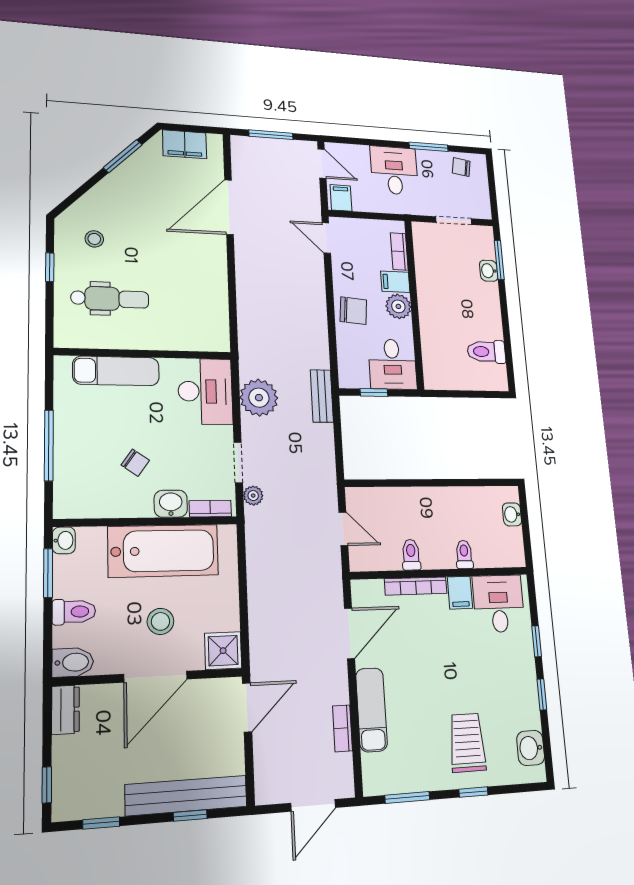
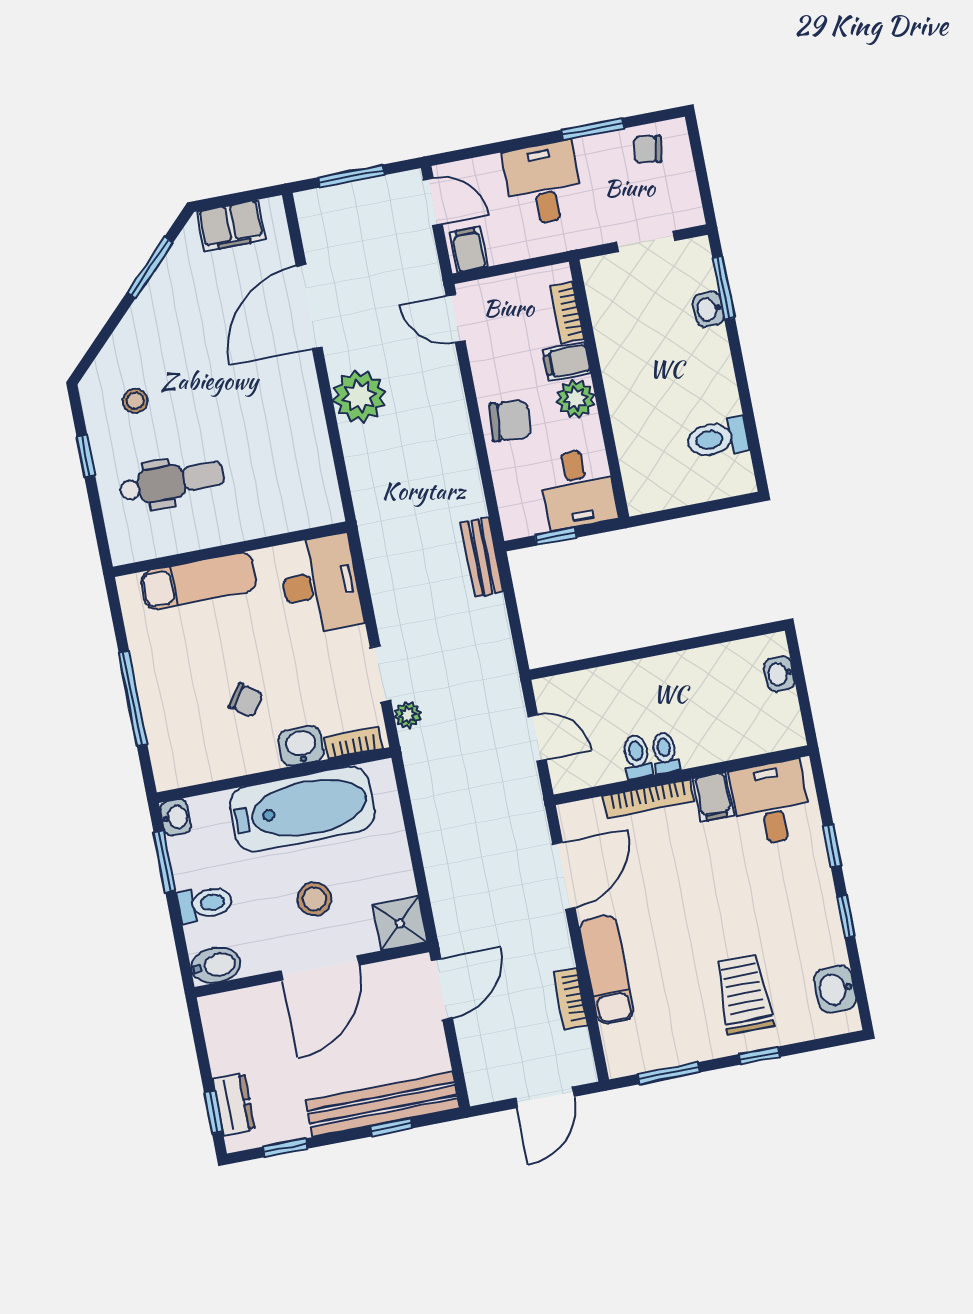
plant: (259, 398) -> (359, 396), moved
toilet: (464, 554) -> (665, 753), moved
dresser: (65, 710) -> (234, 1104), moved

